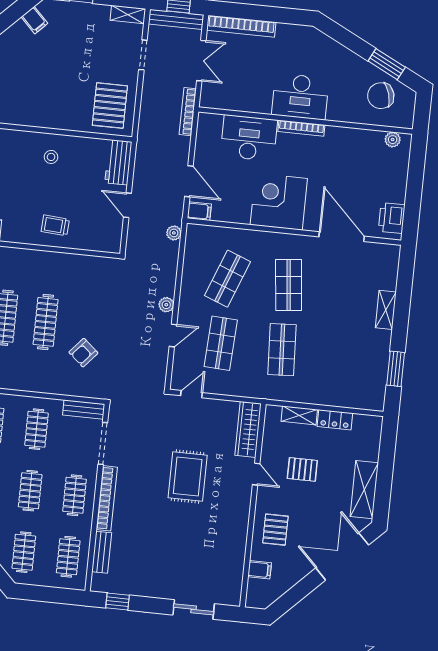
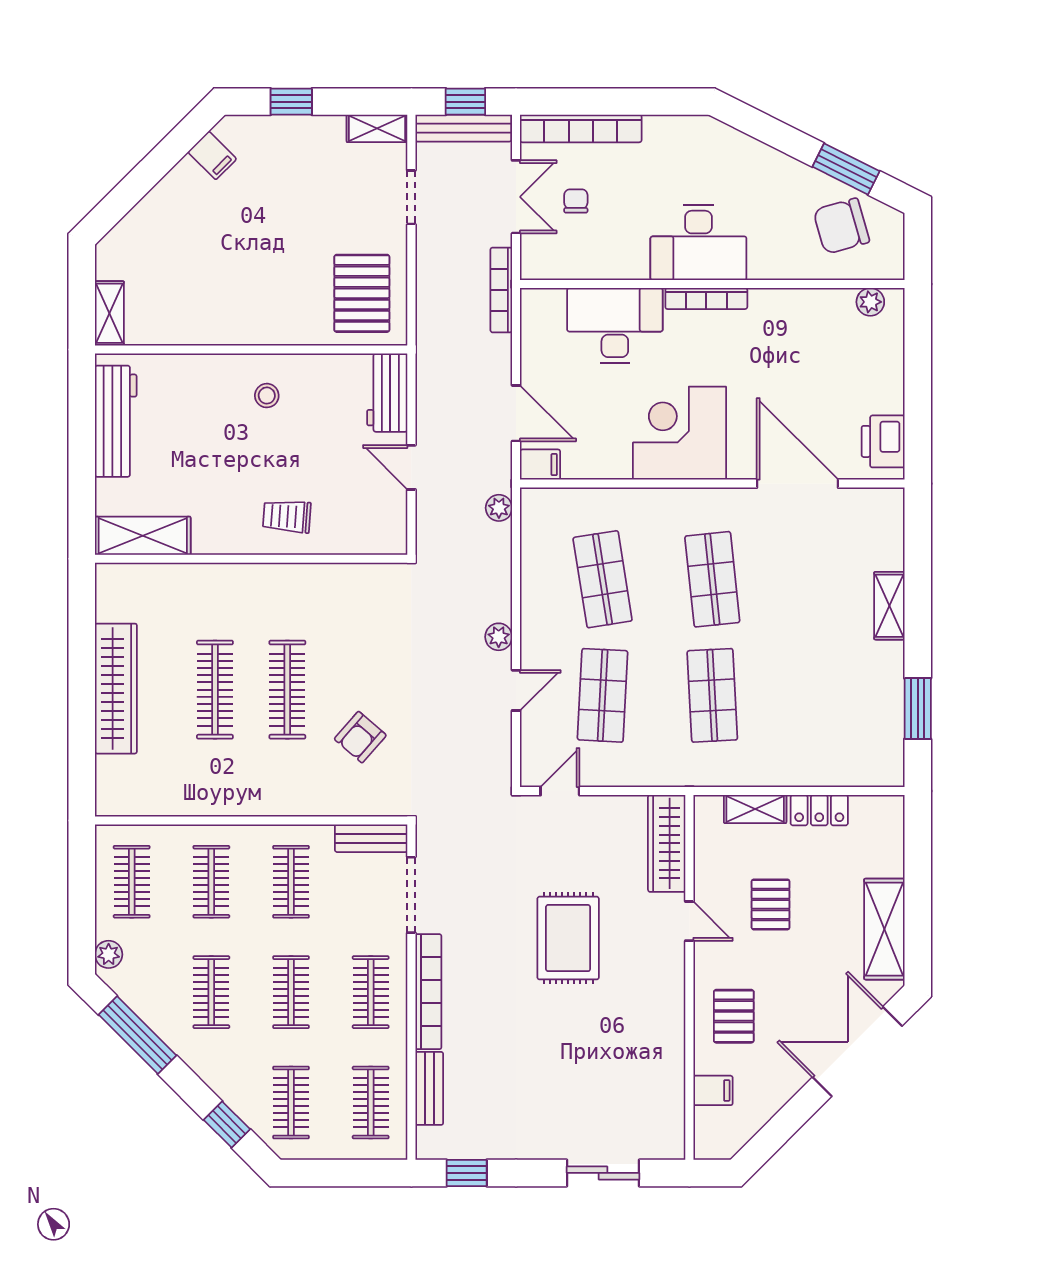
chair: (234, 66) -> (576, 201), added
shop shelf: (227, 279) -> (603, 579), turned -30
pallet: (302, 469) -> (771, 904), turned 90

